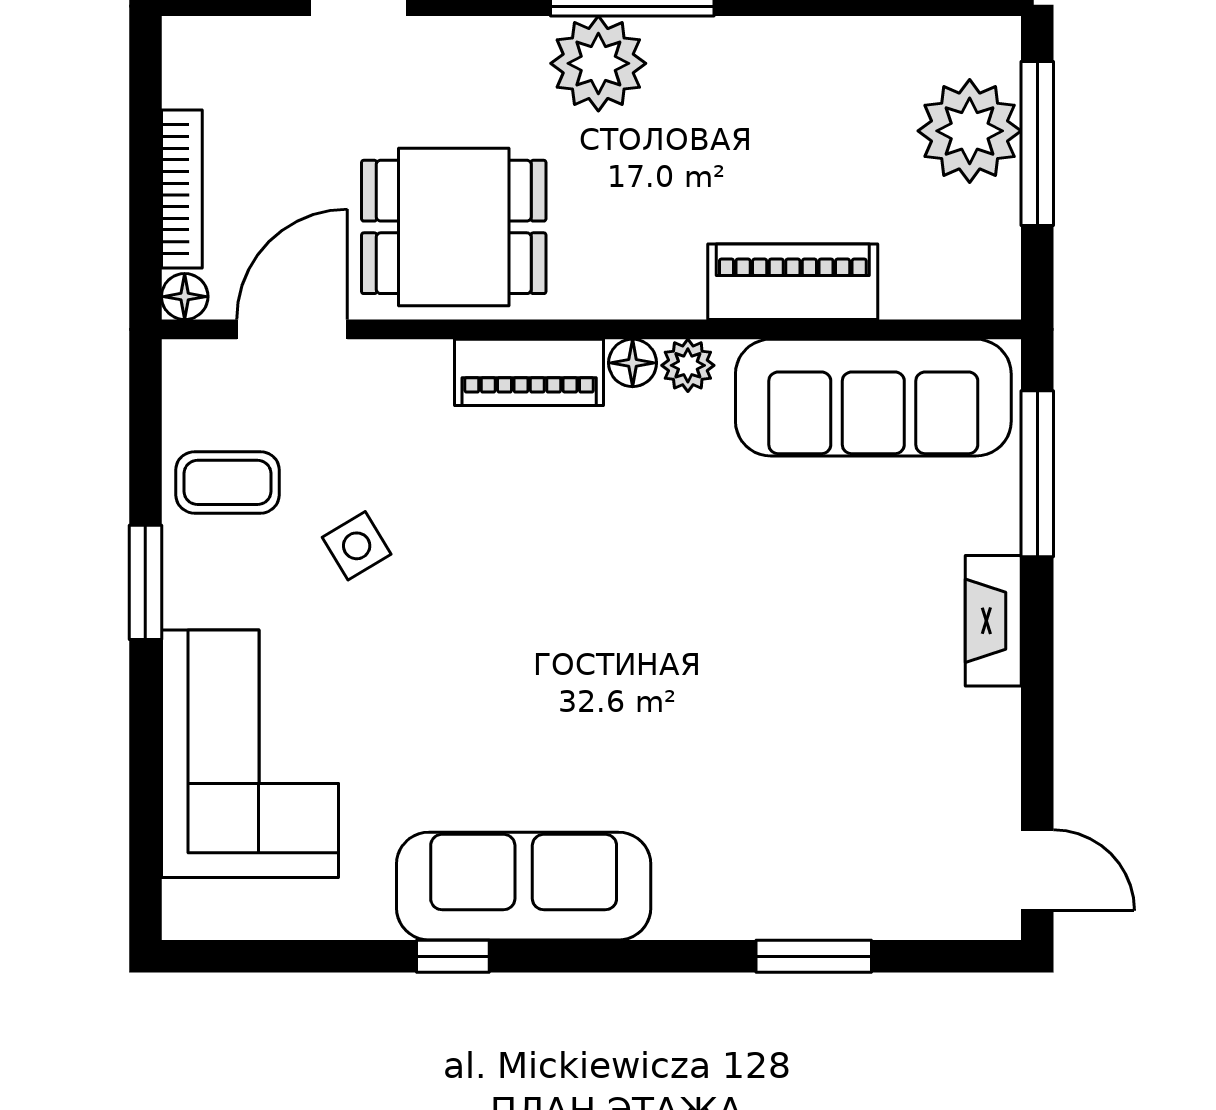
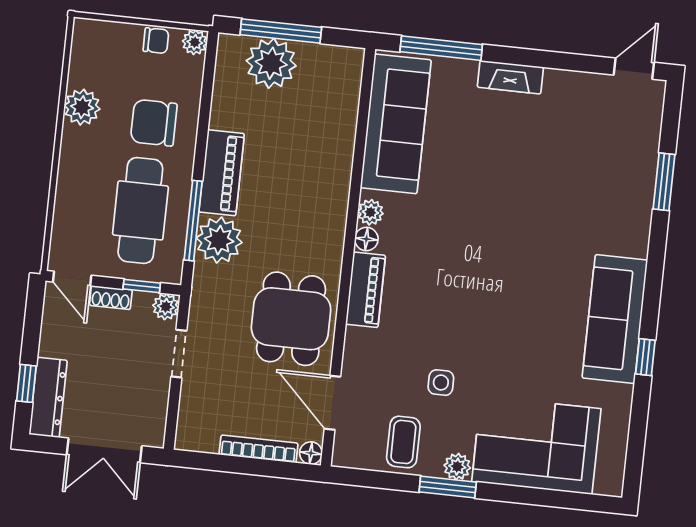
piano: (793, 282) -> (222, 173), moved, turned 180
side table: (357, 546) -> (441, 383), turned 31
plant: (189, 597) -> (457, 467), added

